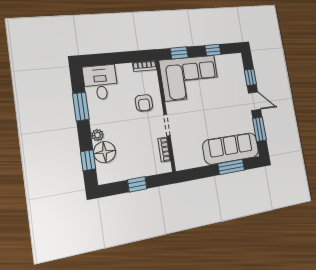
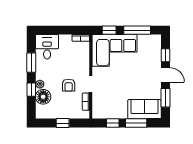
window: (213, 50) -> (137, 30), width x2.17
armchair: (144, 103) -> (69, 85), moved
sofa: (231, 148) -> (144, 109), width x0.73
window: (88, 160) -> (31, 90), moved
window: (203, 172) -> (113, 123), added

